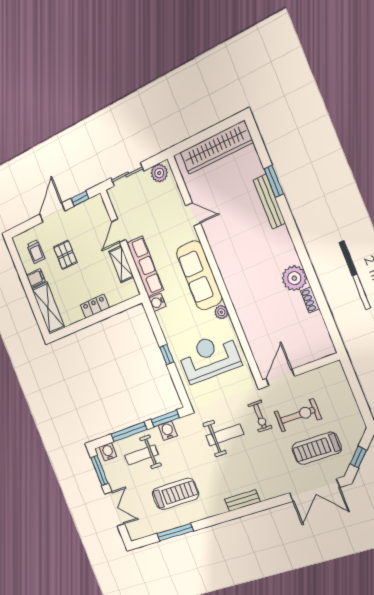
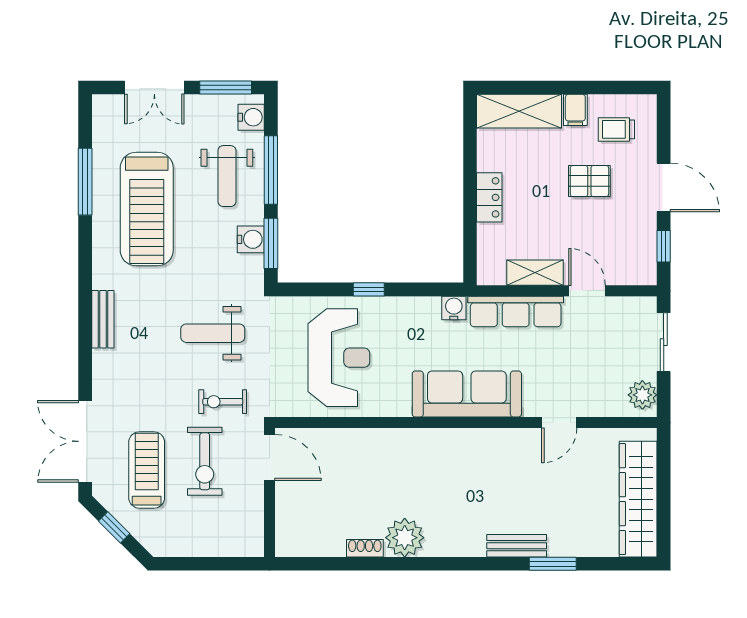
bench: (269, 202) -> (517, 546), width x0.73
plant: (221, 312) -> (399, 406), removed
weight bench: (225, 435) -> (213, 333), turned 90
weight bench: (141, 455) -> (227, 176), turned 180
treadmill: (175, 494) -> (147, 209), width x1.37, depth x1.38

